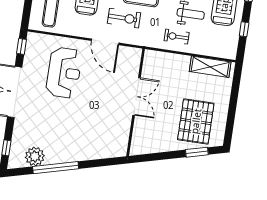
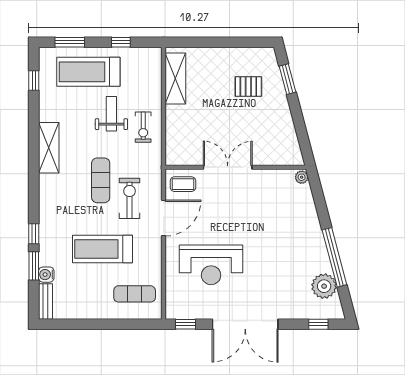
coffee table: (129, 60) -> (183, 184), added
reception desk: (64, 73) -> (211, 265), turned 180
pallet: (196, 121) -> (248, 86), width x0.49, depth x0.50
plant: (121, 152) -> (302, 177), added

